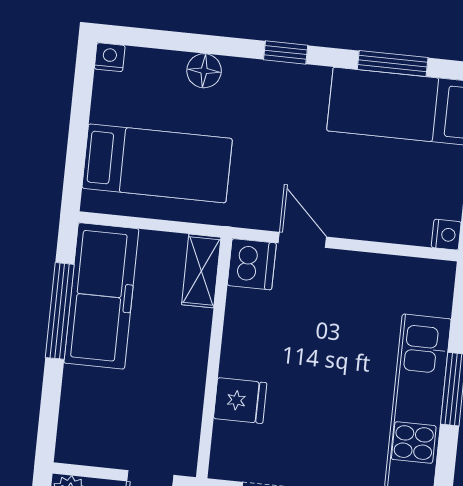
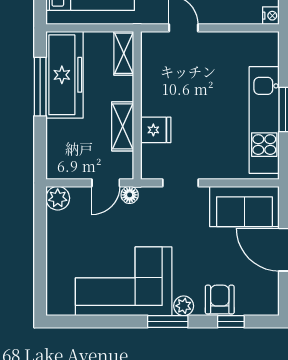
dishwasher: (252, 264) -> (154, 46), removed
shelving: (187, 389) -> (123, 126), added

